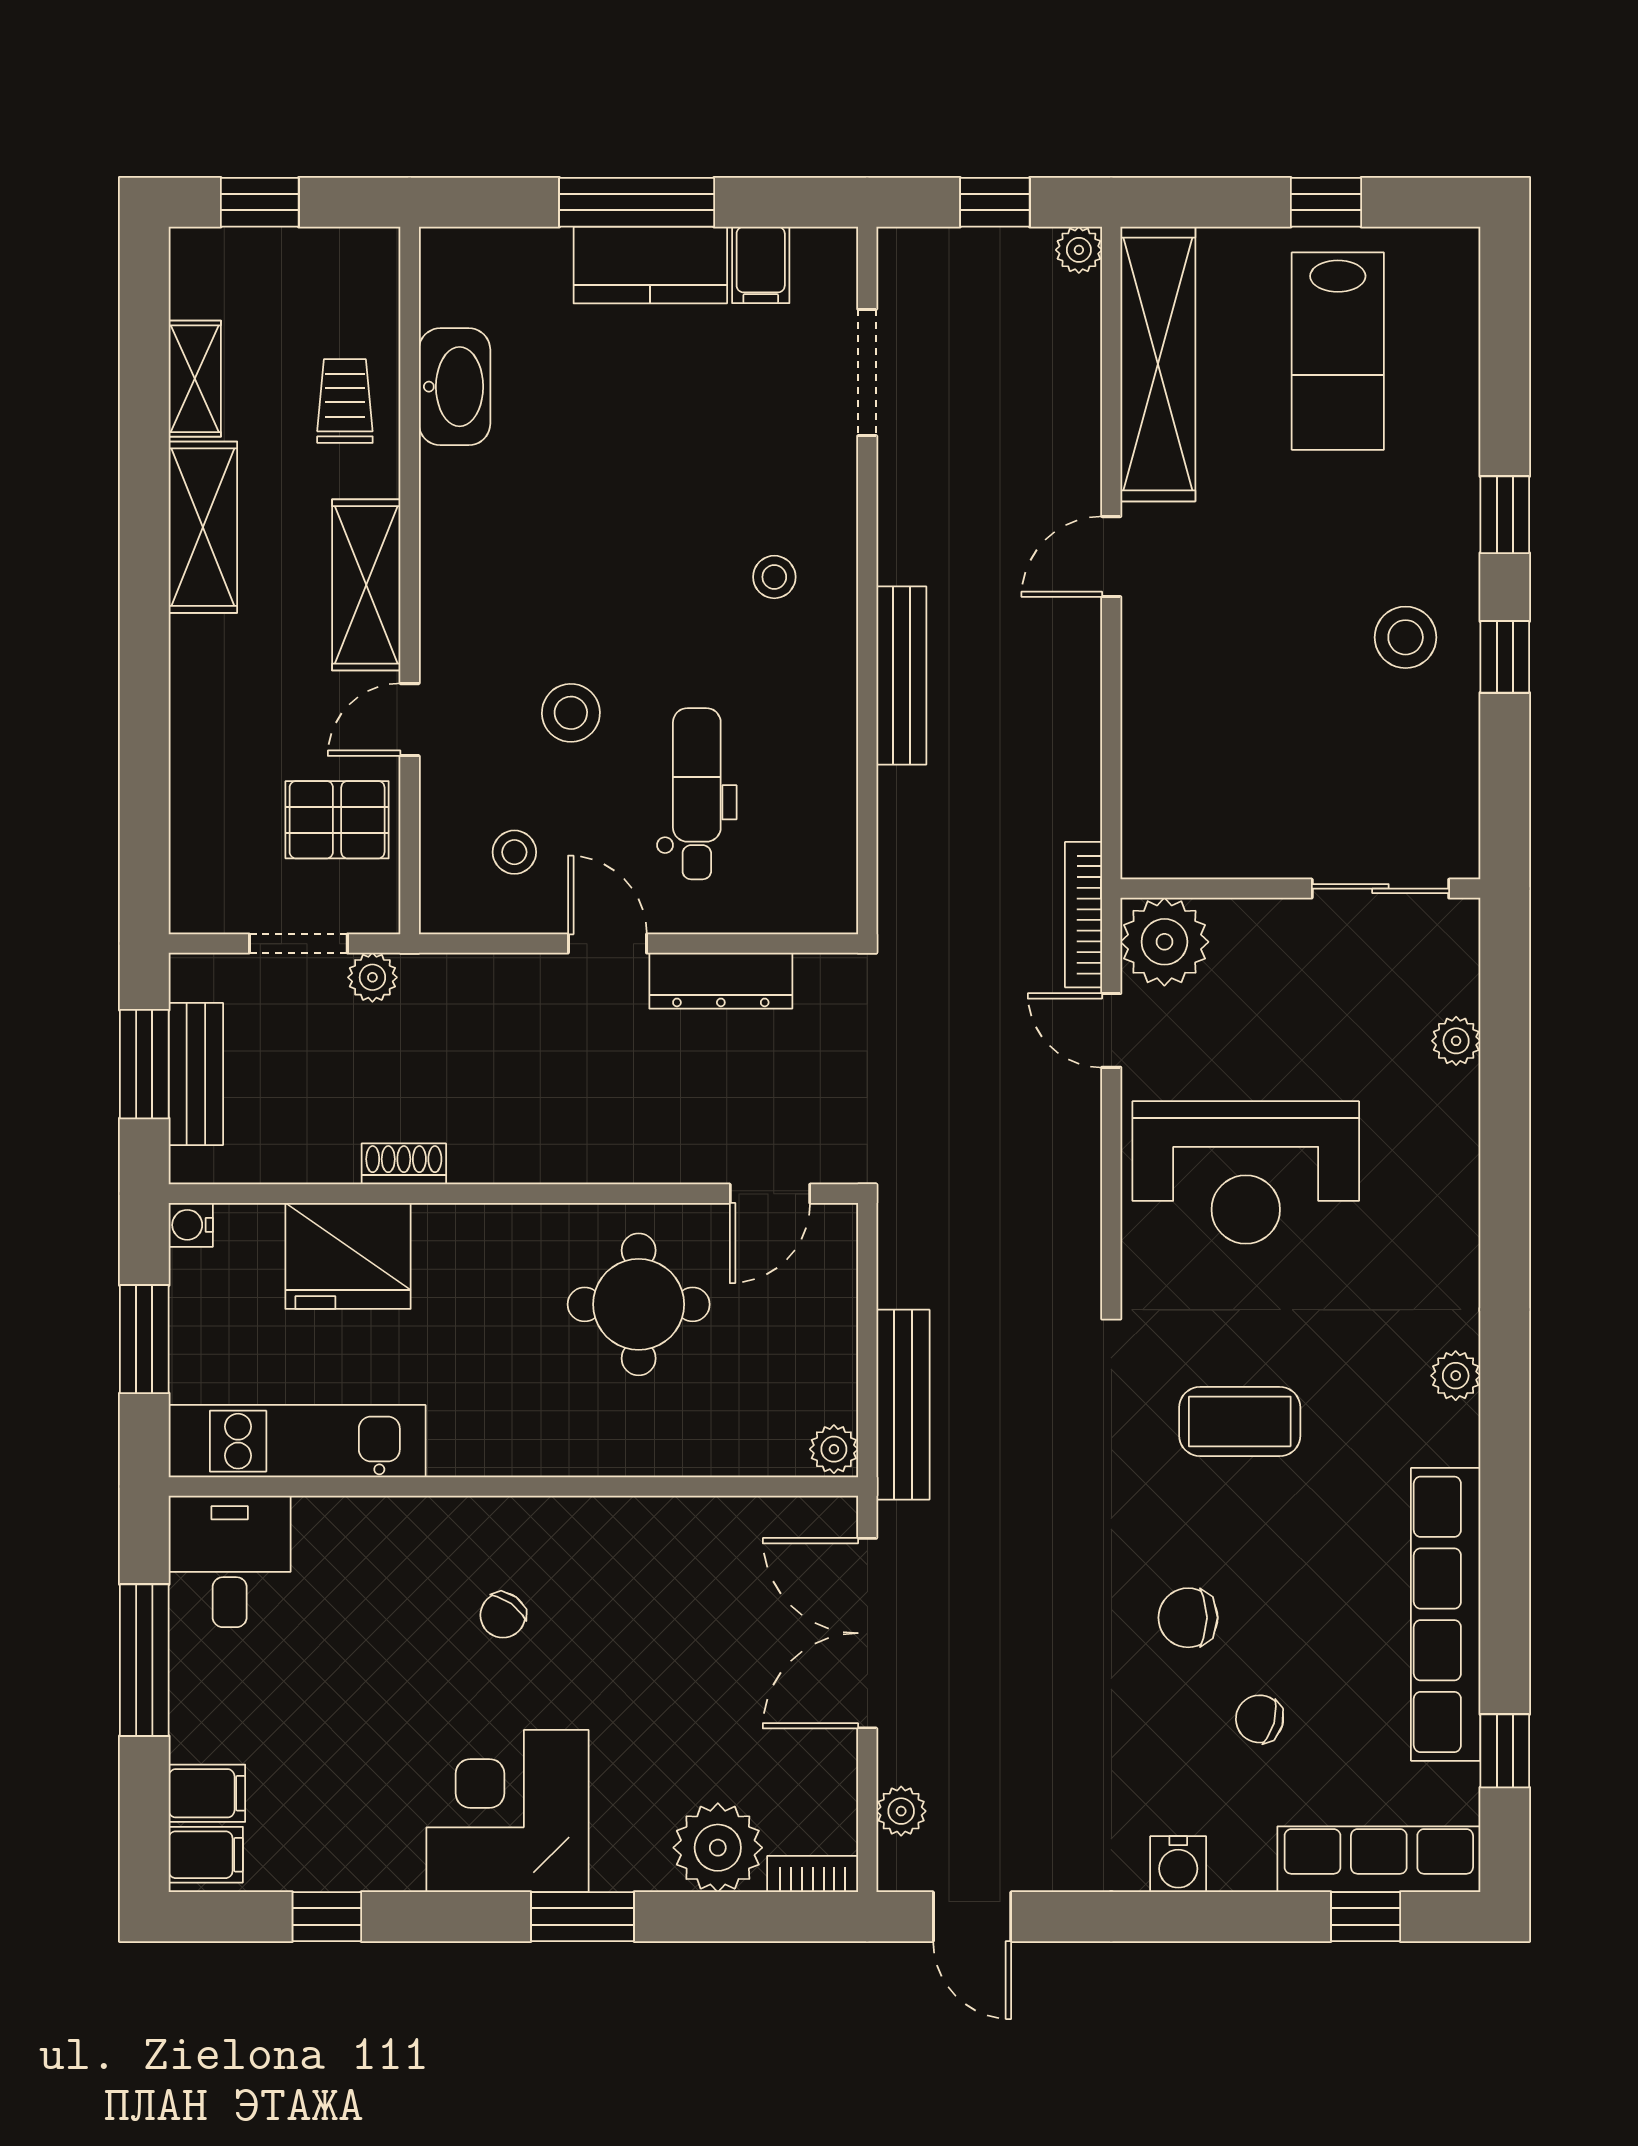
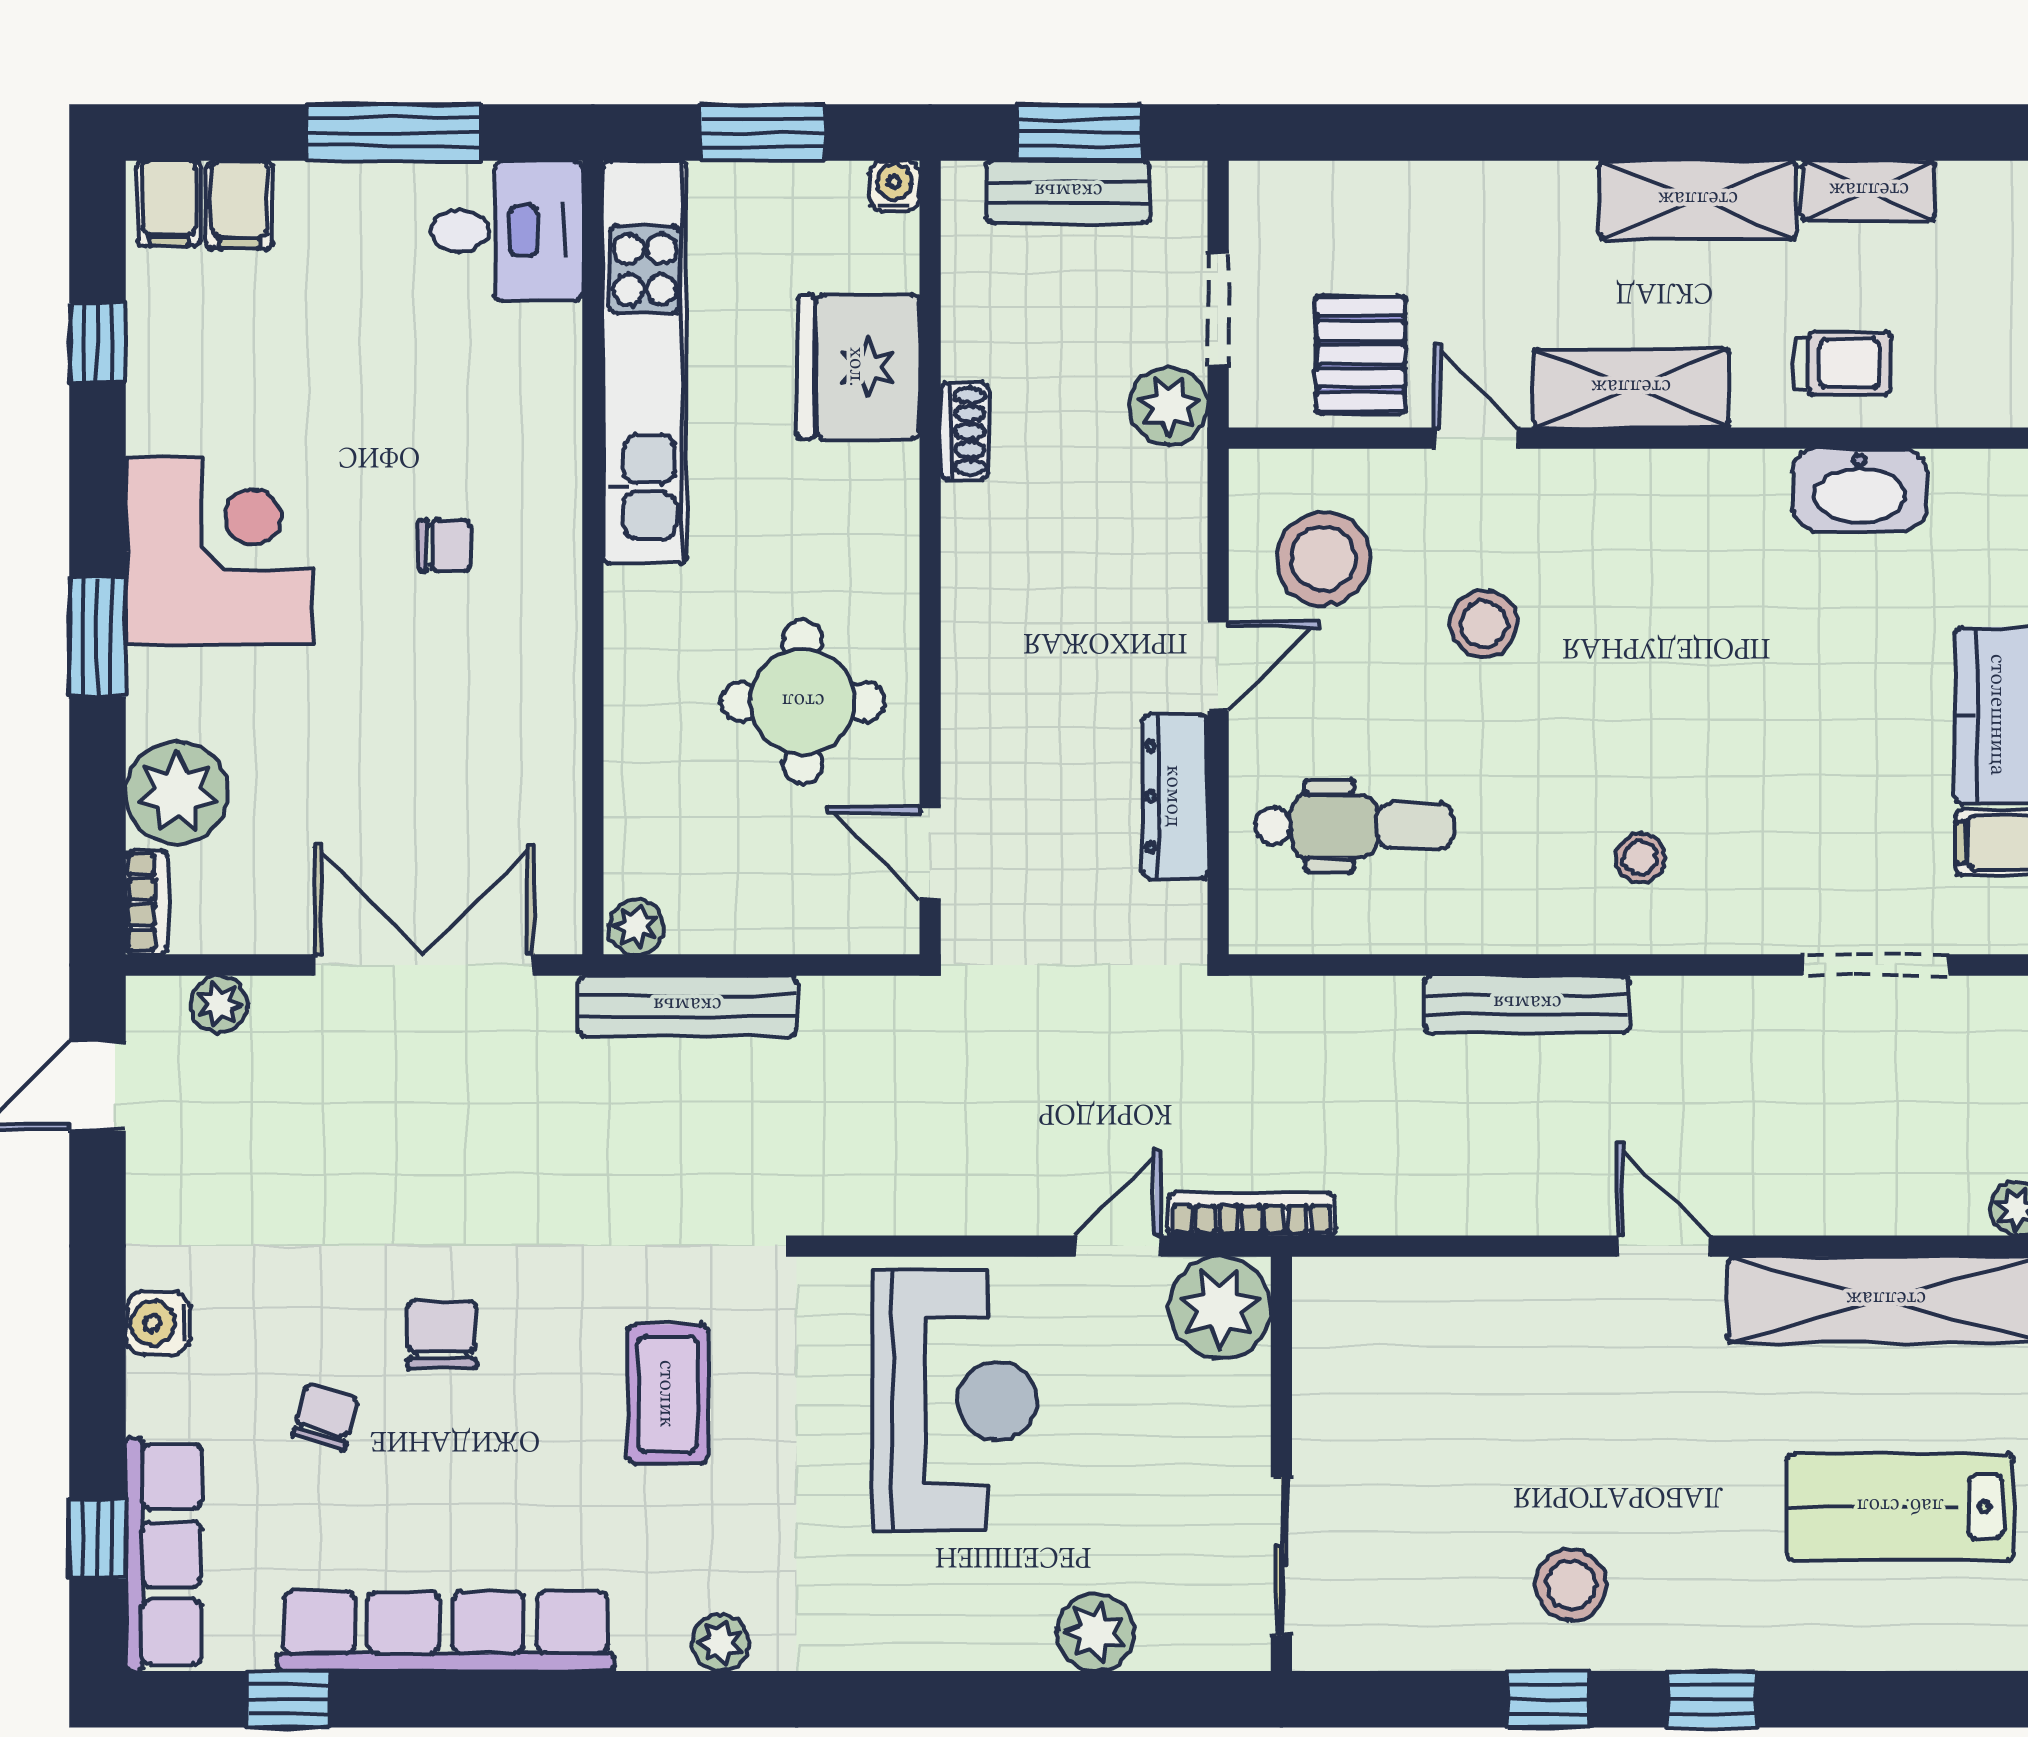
dental chair: (697, 794) -> (1354, 826), moved
stool: (514, 852) -> (1323, 559), width x1.89, depth x1.89
plant: (372, 977) -> (1169, 406), width x1.38, depth x1.38
plant: (1456, 1041) -> (1096, 1633), width x1.38, depth x1.38
reception desk: (1246, 1172) -> (955, 1401), turned 180
kitchen unit: (297, 1441) -> (645, 362), width x1.36
chair: (503, 1615) -> (445, 545), turned 144

